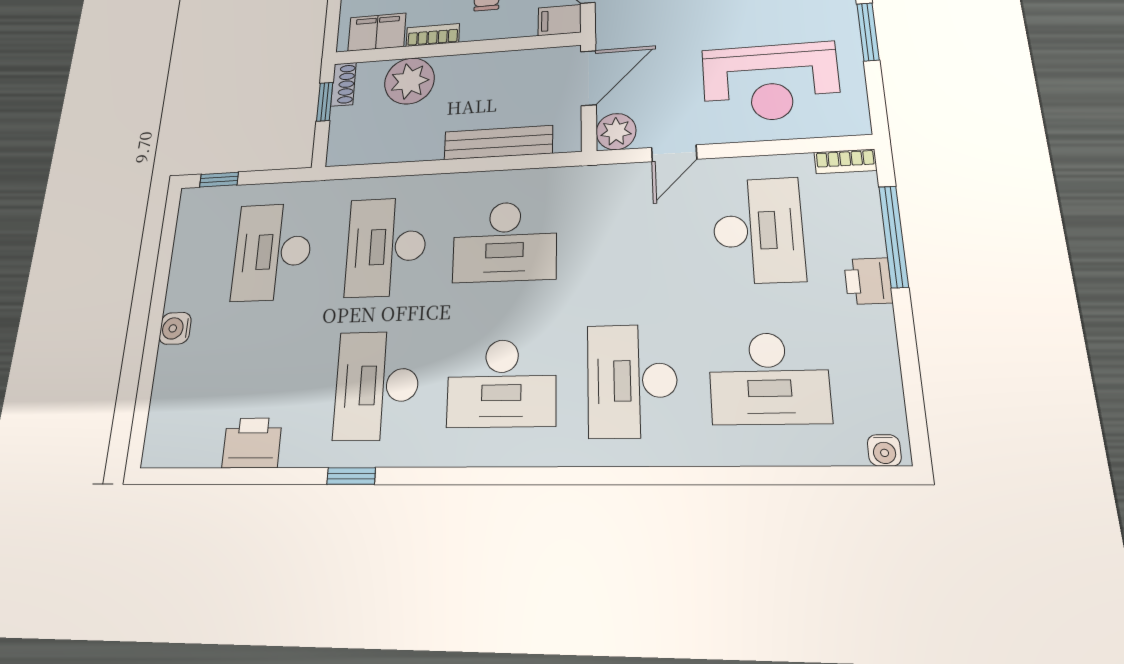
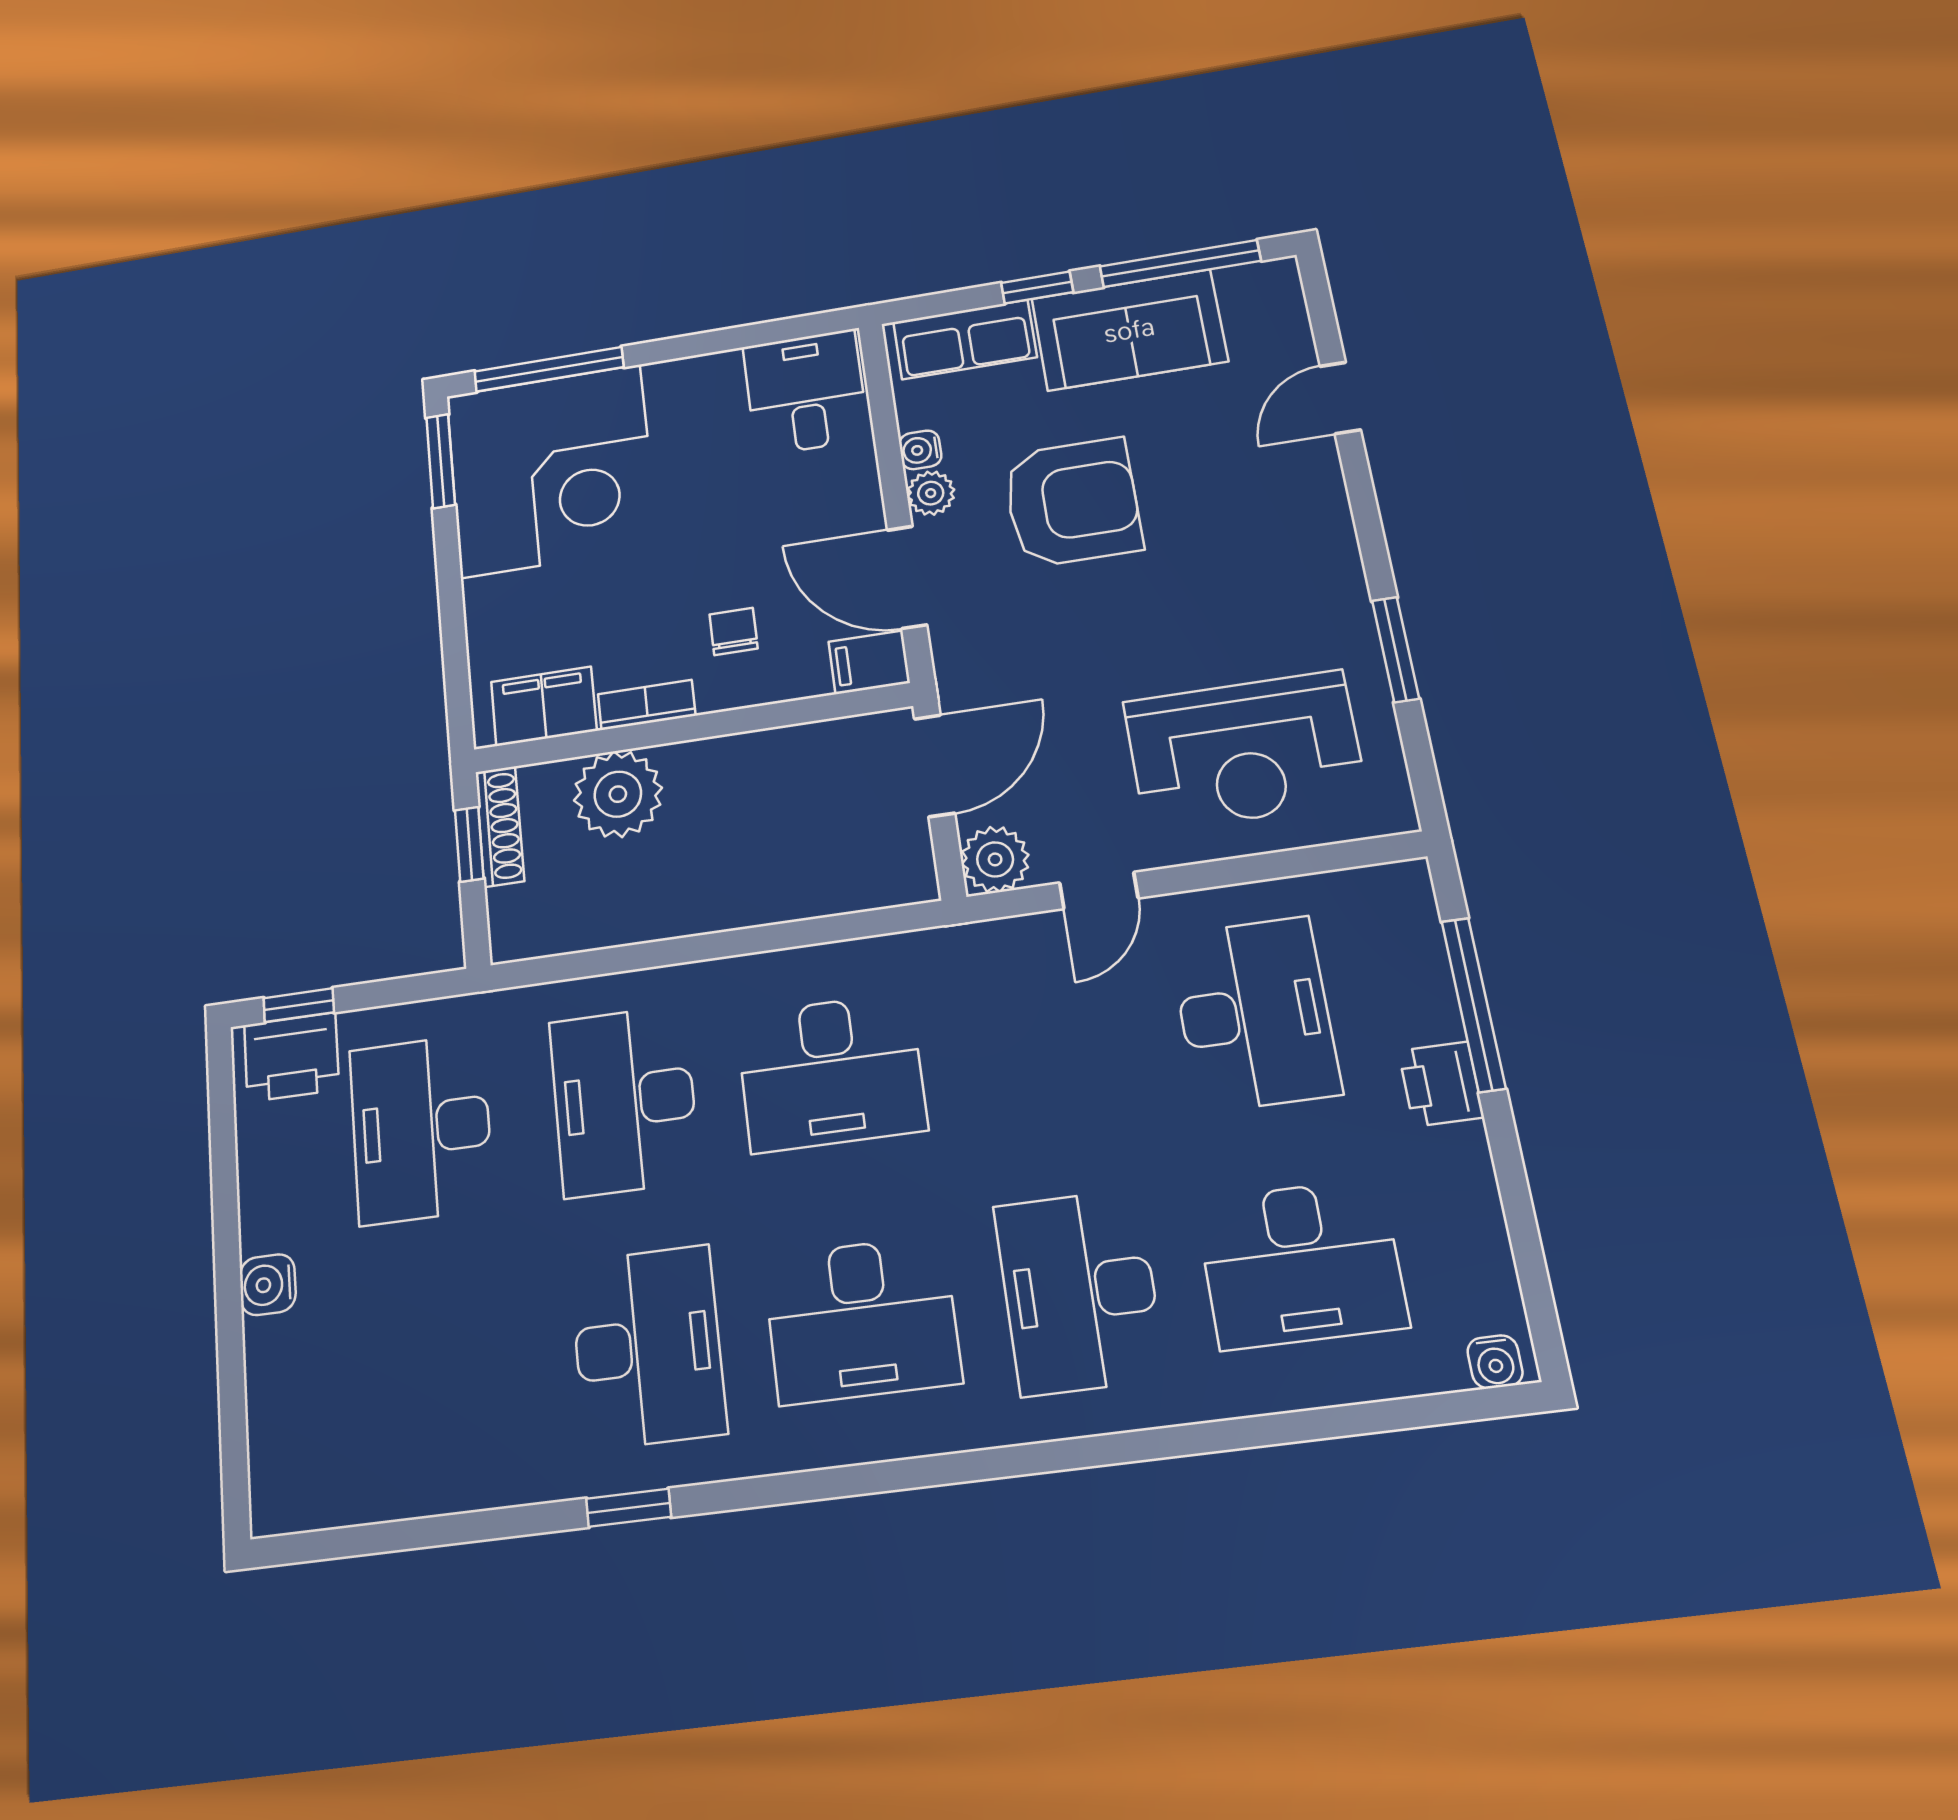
shoe rack: (343, 84) -> (500, 826), width x1.43
bench: (498, 143) -> (794, 896), removed
bookcase: (845, 161) -> (1383, 882), removed
desk: (377, 385) -> (648, 1347), turned 180
printer: (252, 443) -> (291, 1057), moved, turned 180

